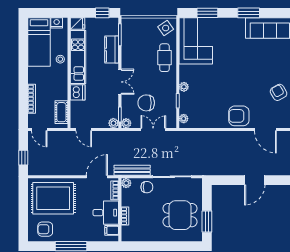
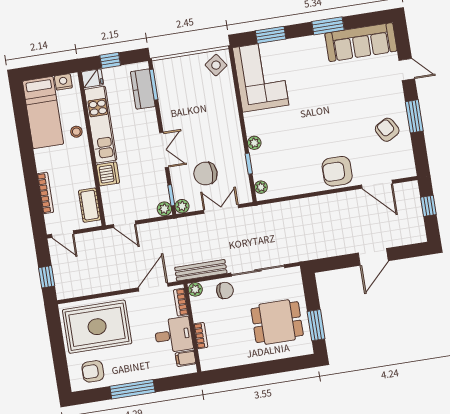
window: (102, 13) -> (110, 60), moved
kitchen counter: (112, 50) -> (143, 89), moved
cafe table: (164, 58) -> (221, 107), removed

